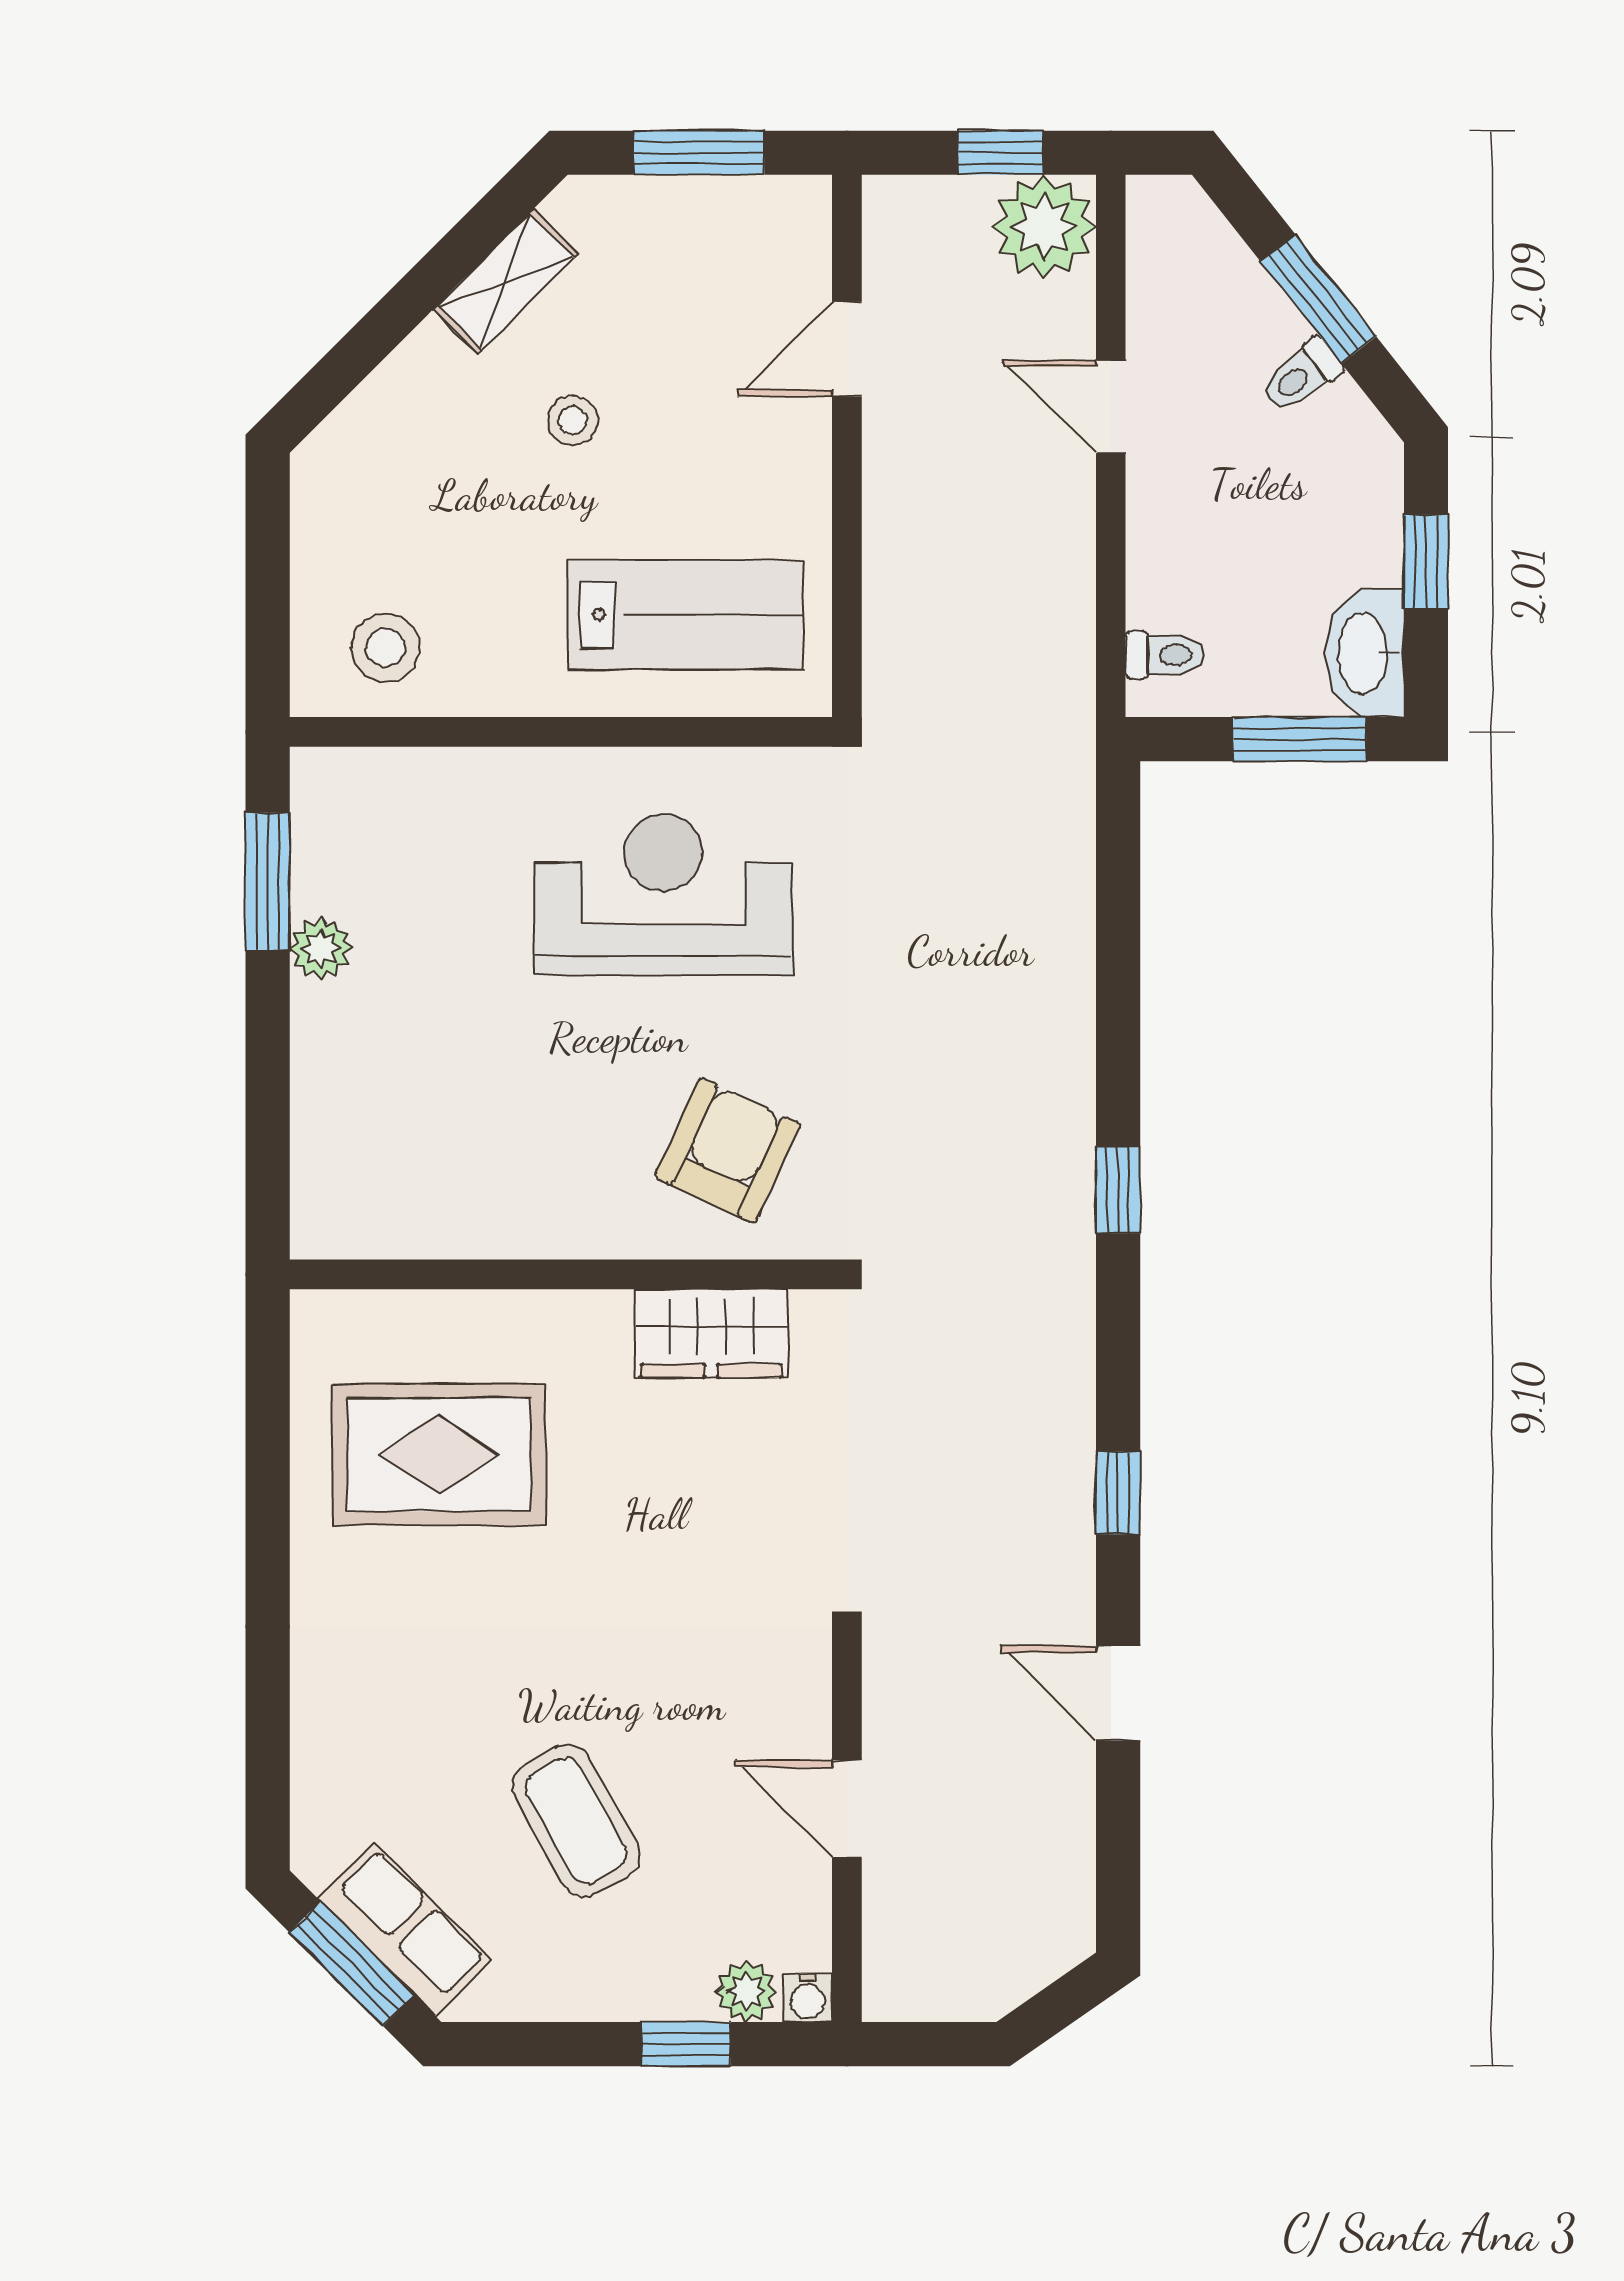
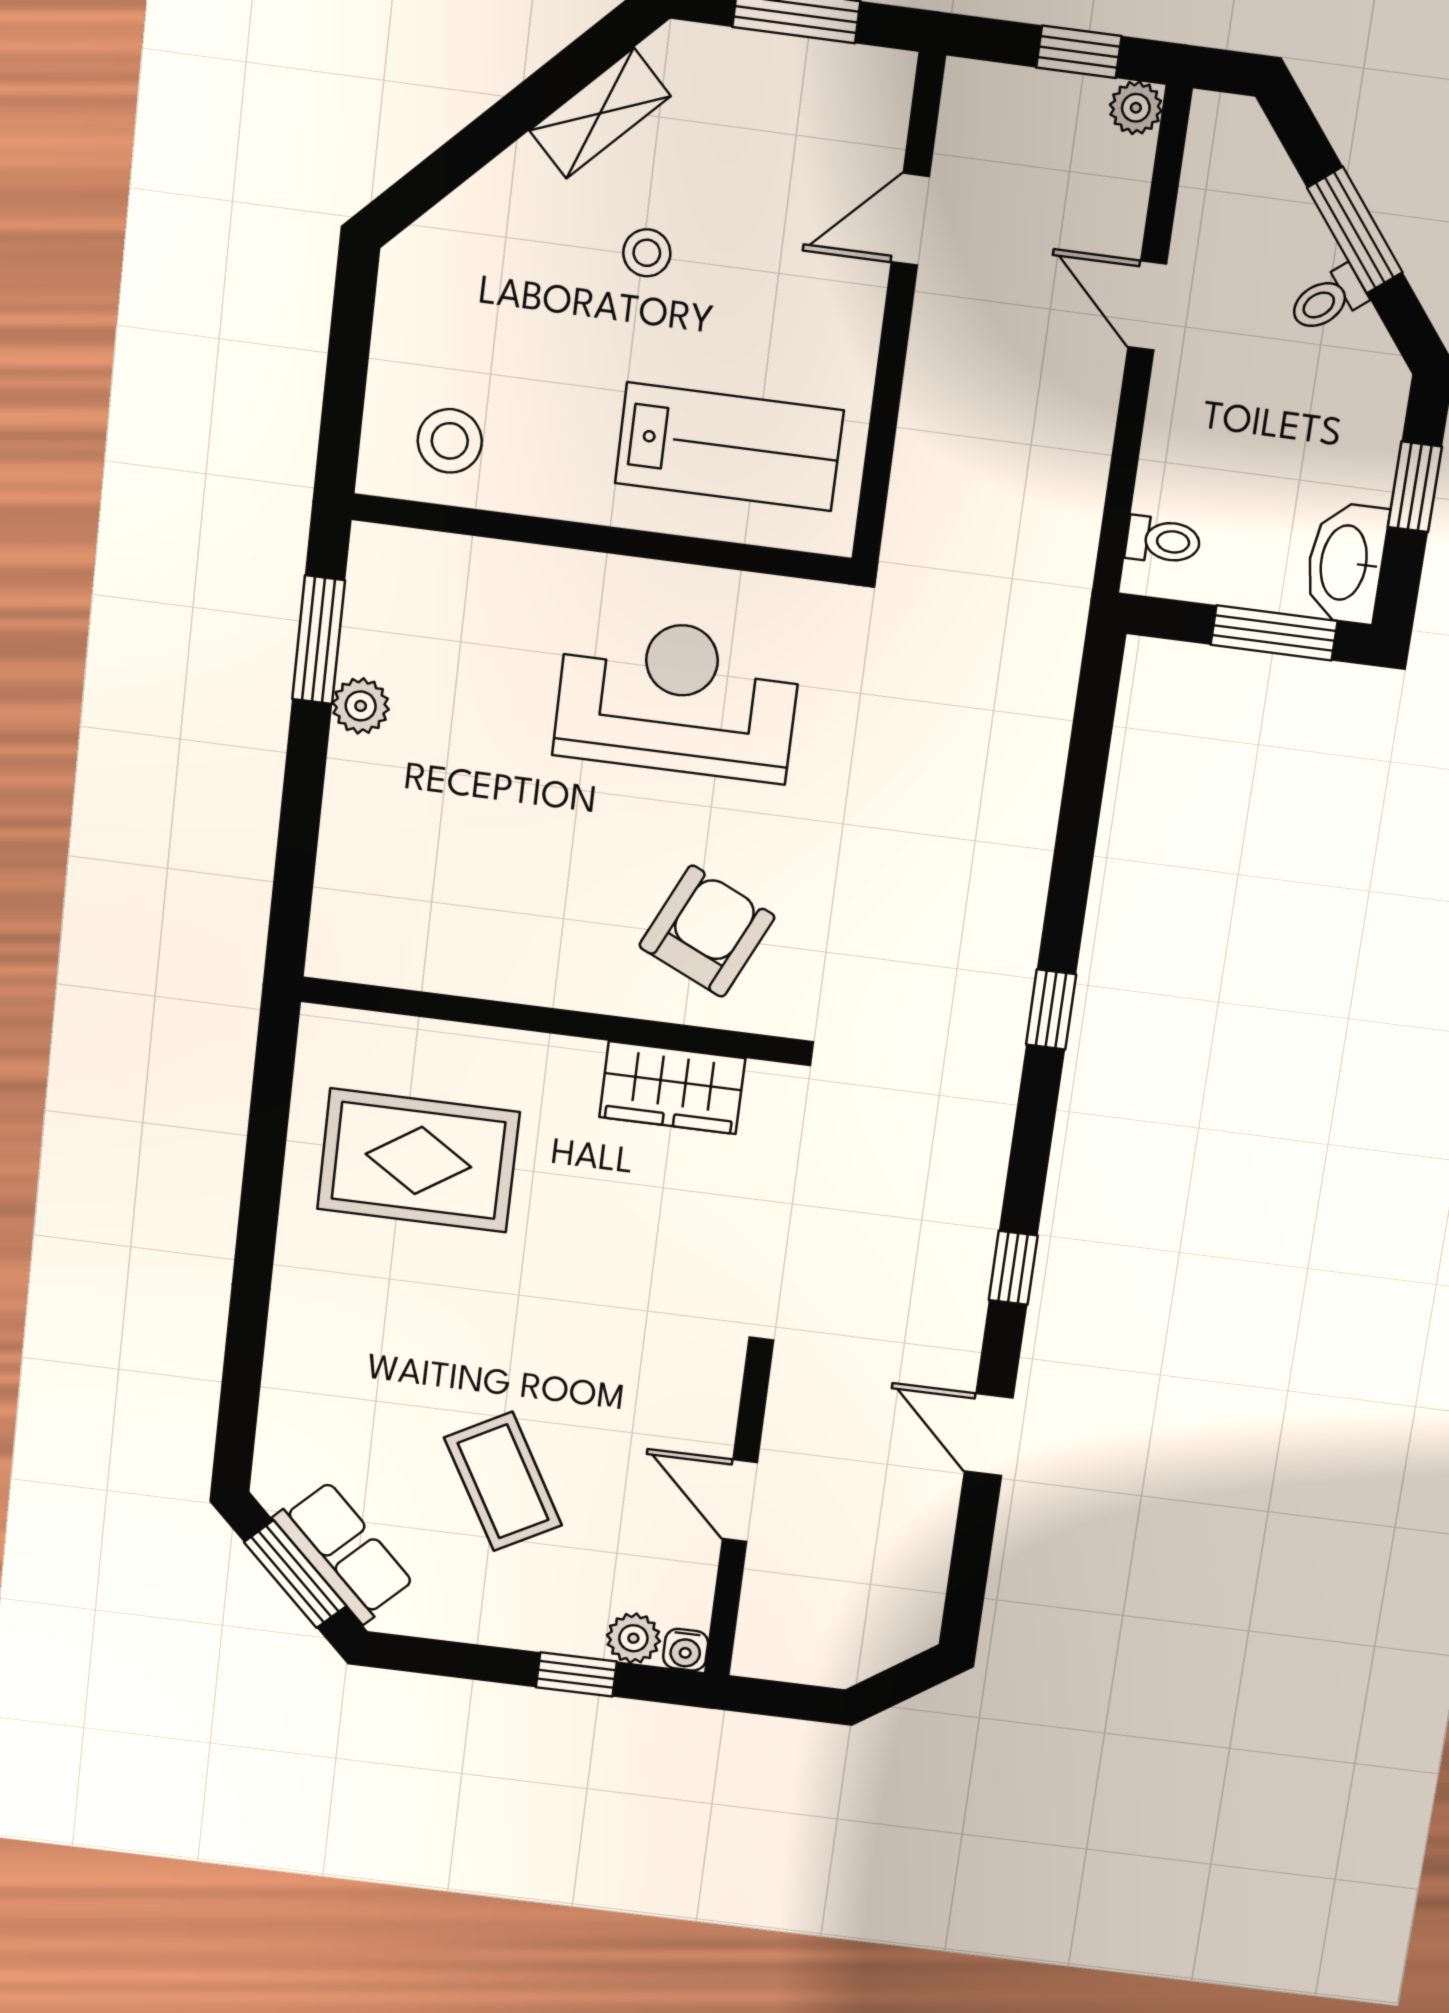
plant: (1044, 227) -> (1136, 108), width x0.53, depth x0.53

